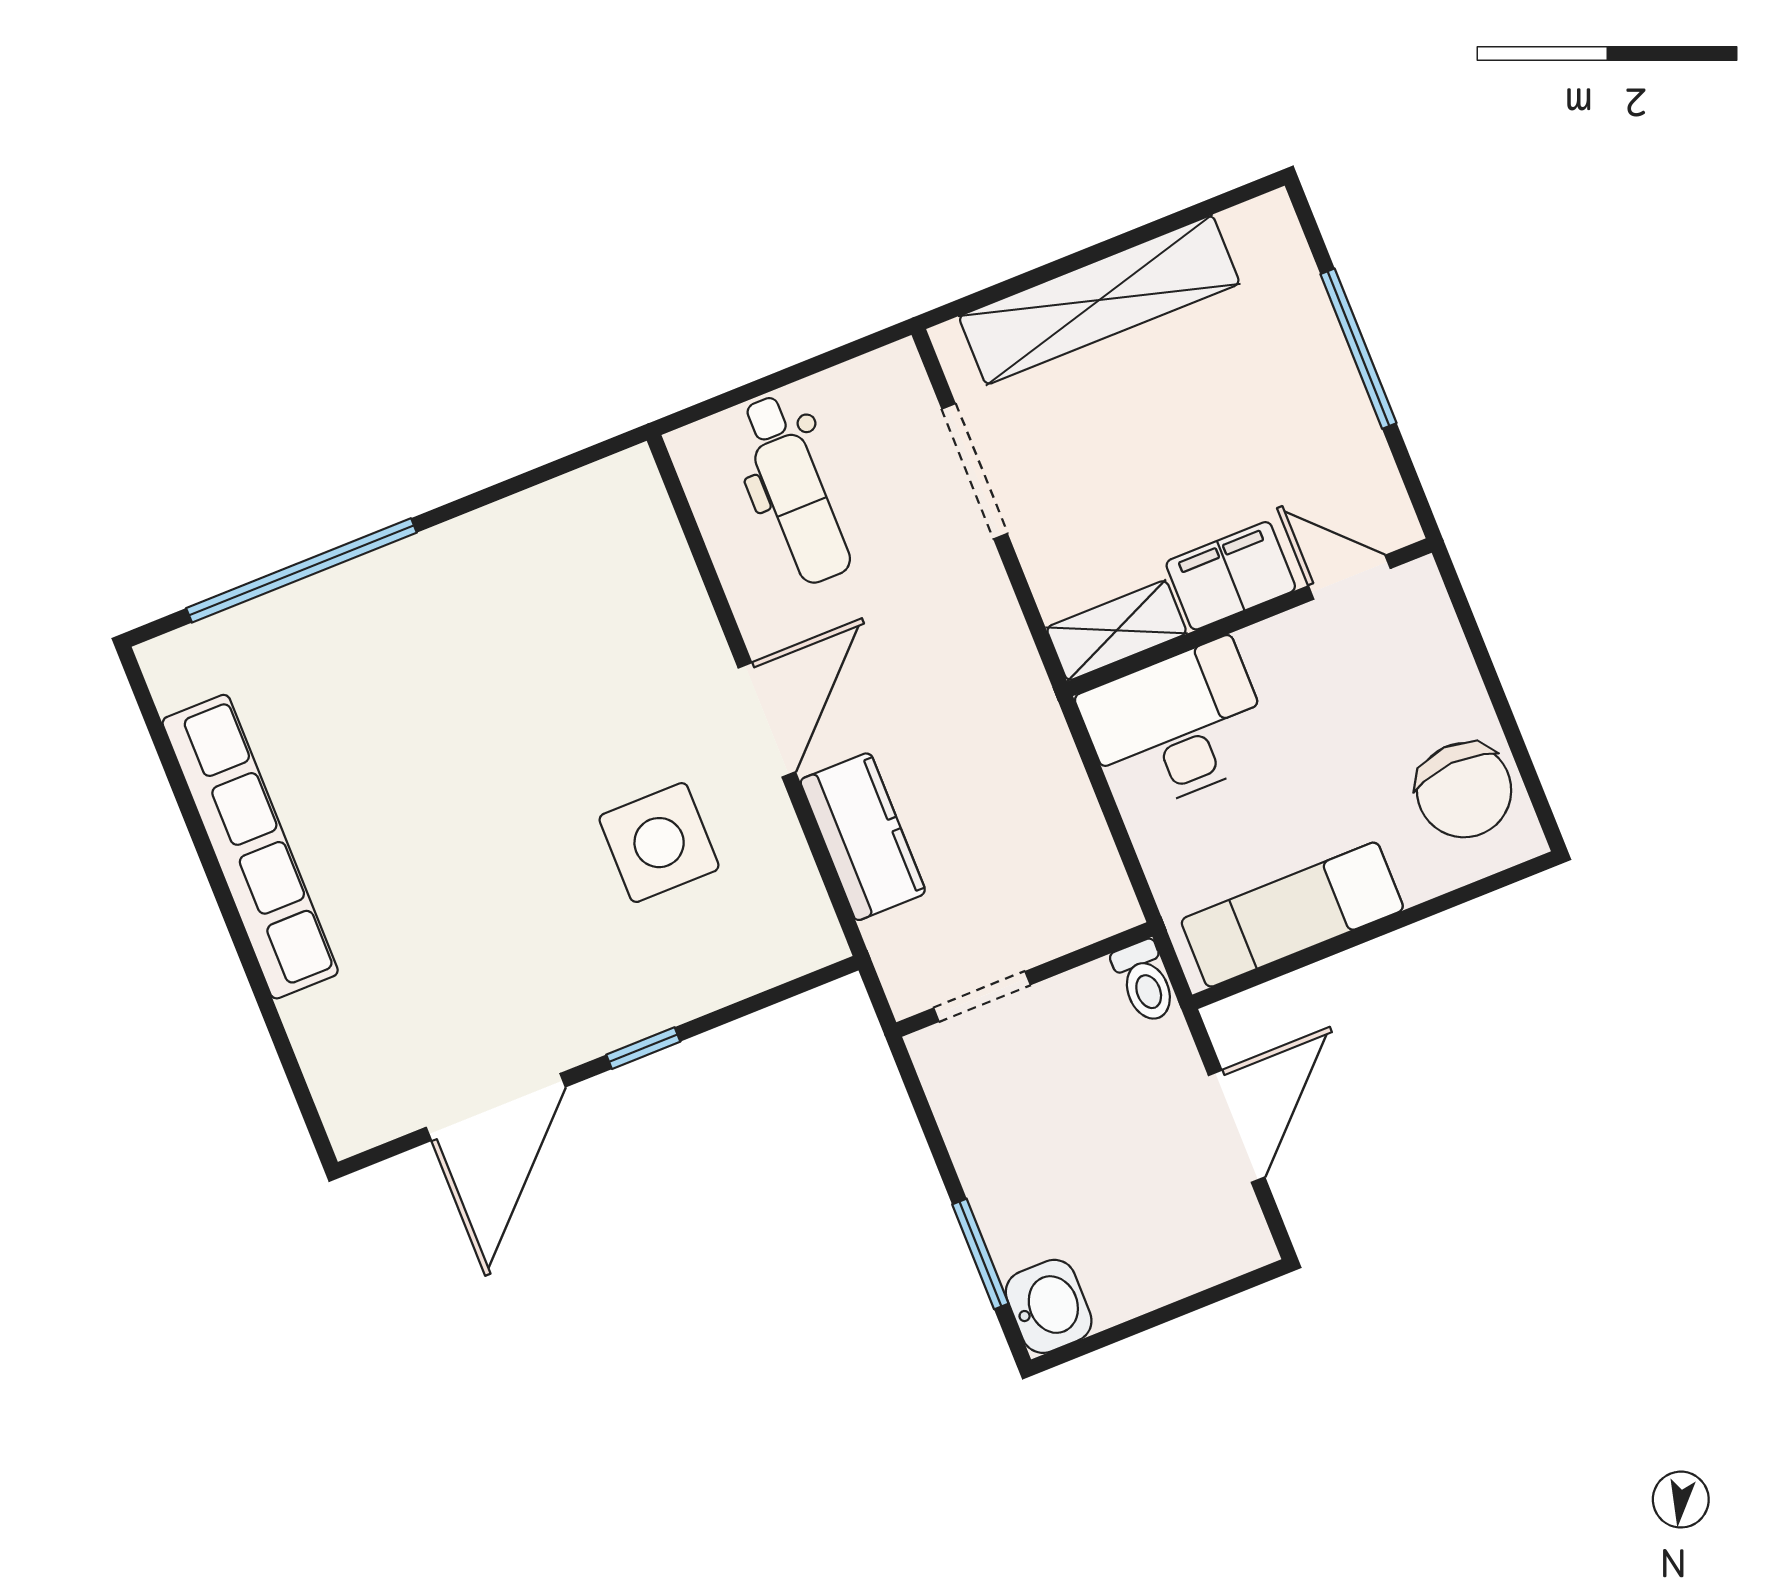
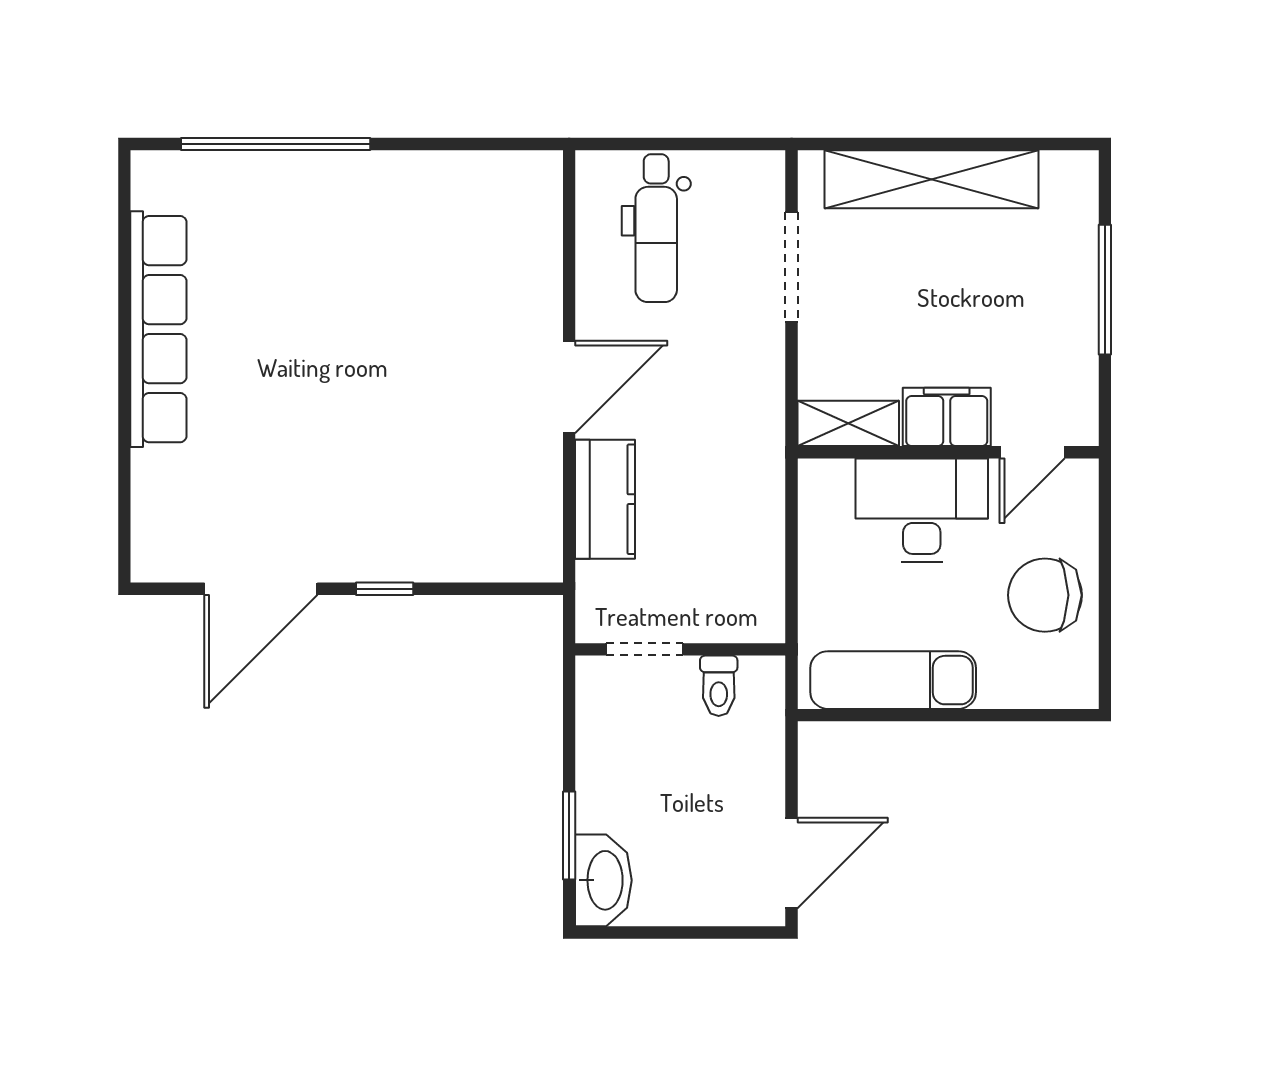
door: (1349, 577) -> (1032, 452), swing flipped
desk: (1176, 727) -> (922, 510), moved
chair: (1464, 790) -> (1045, 595), moved, turned 93
side table: (659, 843) -> (456, 445), removed
toilet: (1145, 982) -> (719, 686), moved
door: (1237, 1126) -> (792, 863), moved
washbasin: (1049, 1306) -> (603, 880), width x1.38

